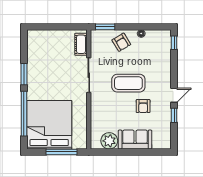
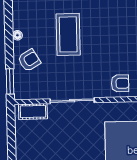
coffee table: (128, 83) -> (68, 34), moved
armchair: (143, 106) -> (120, 83), moved

